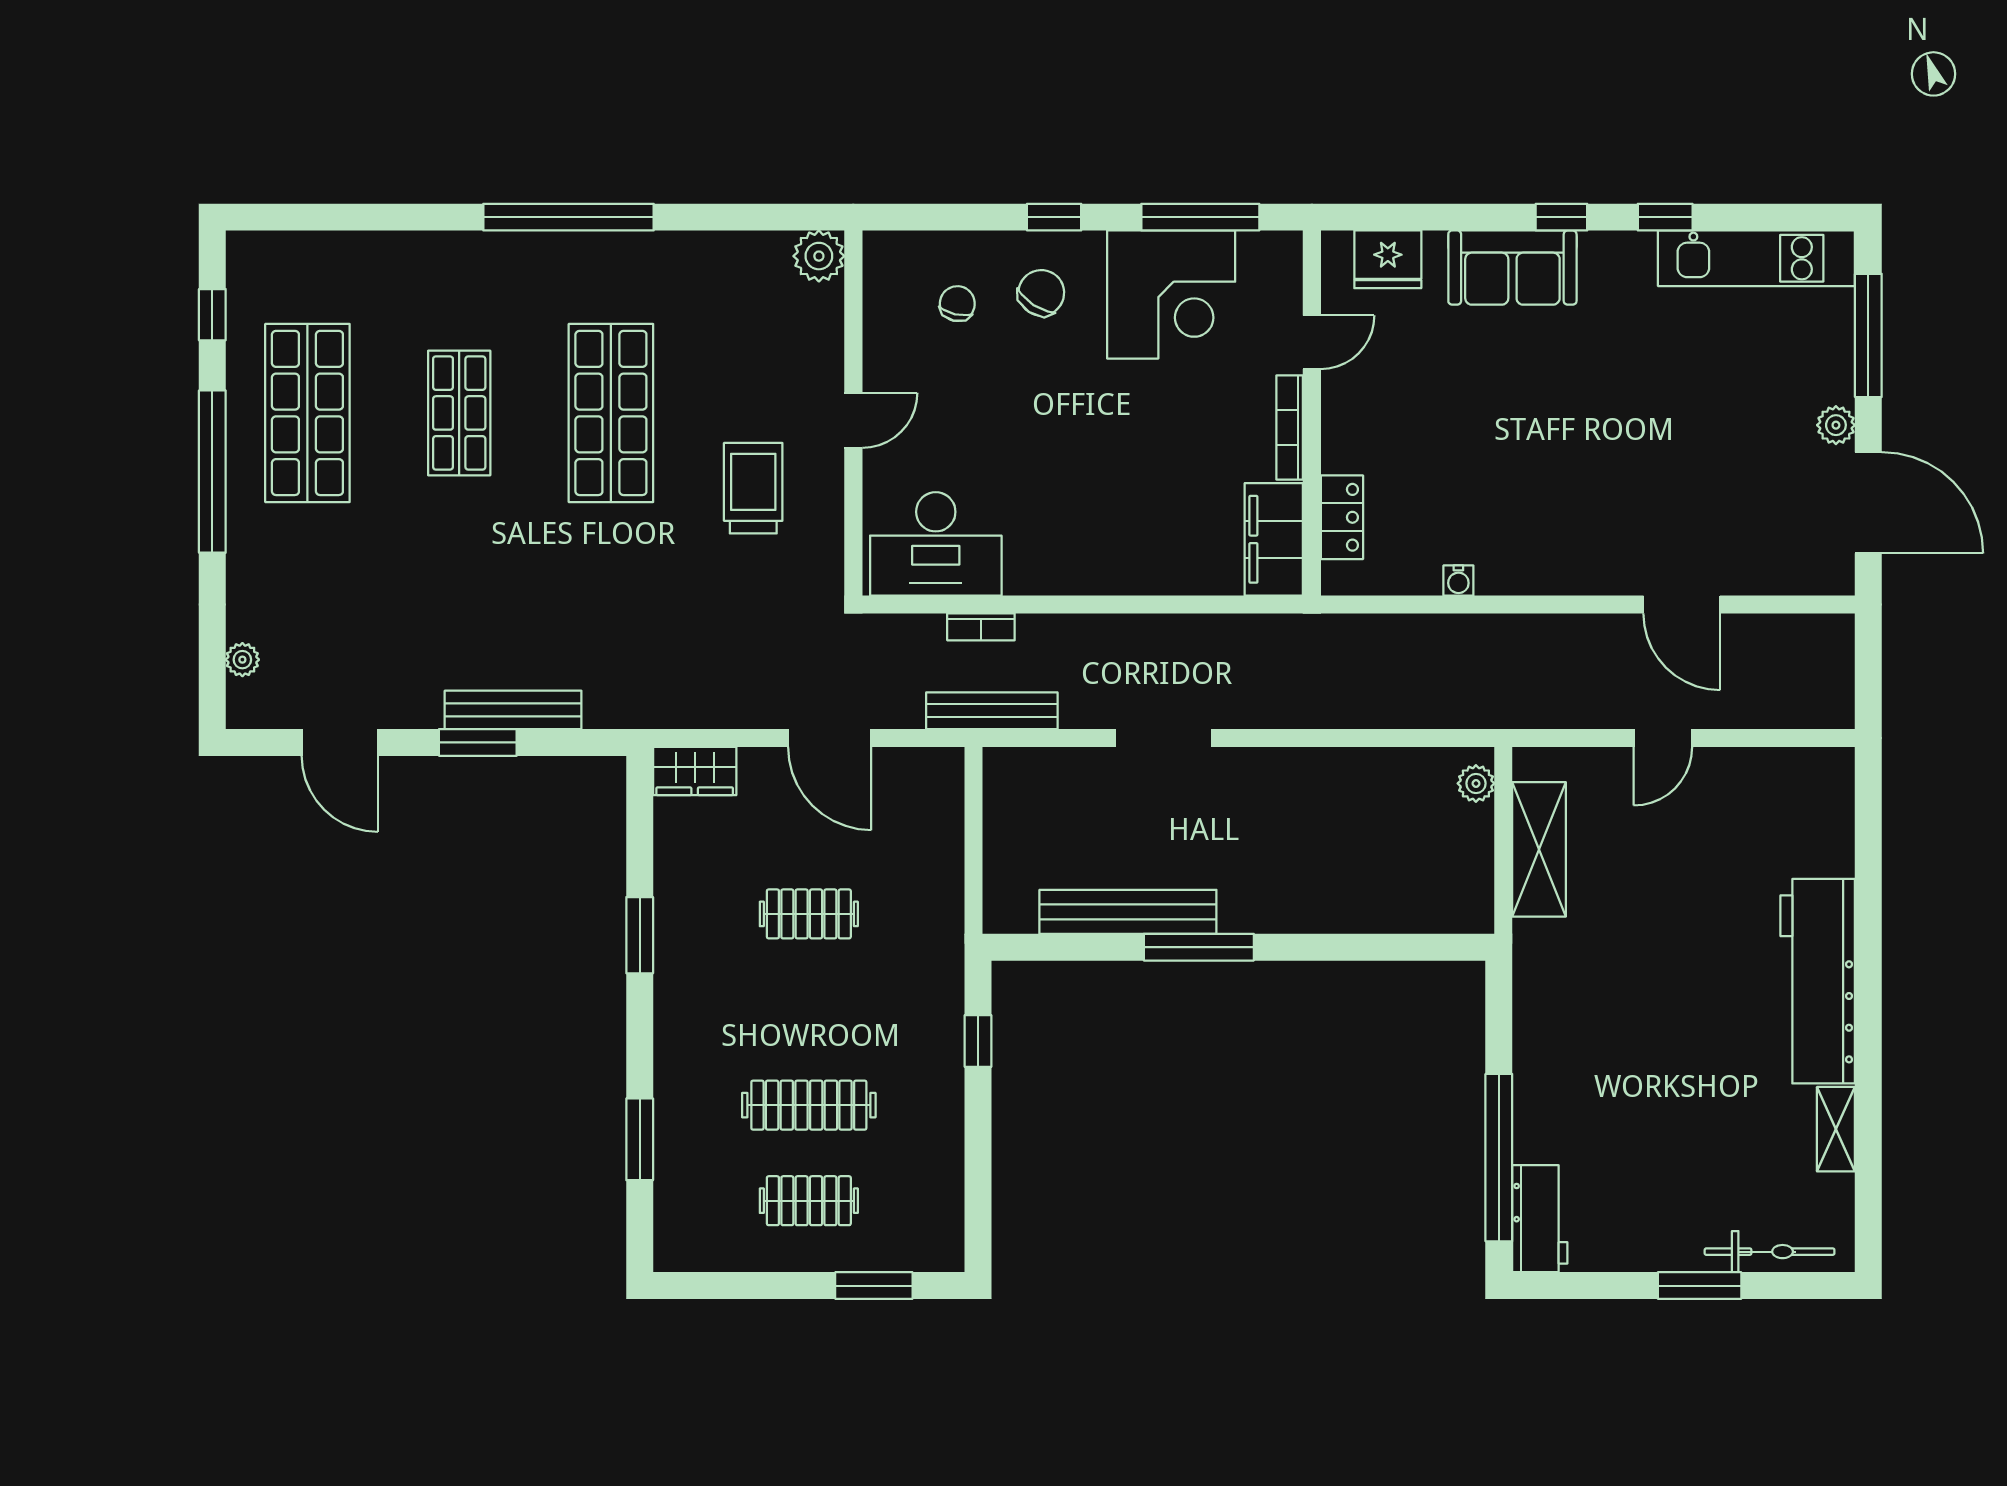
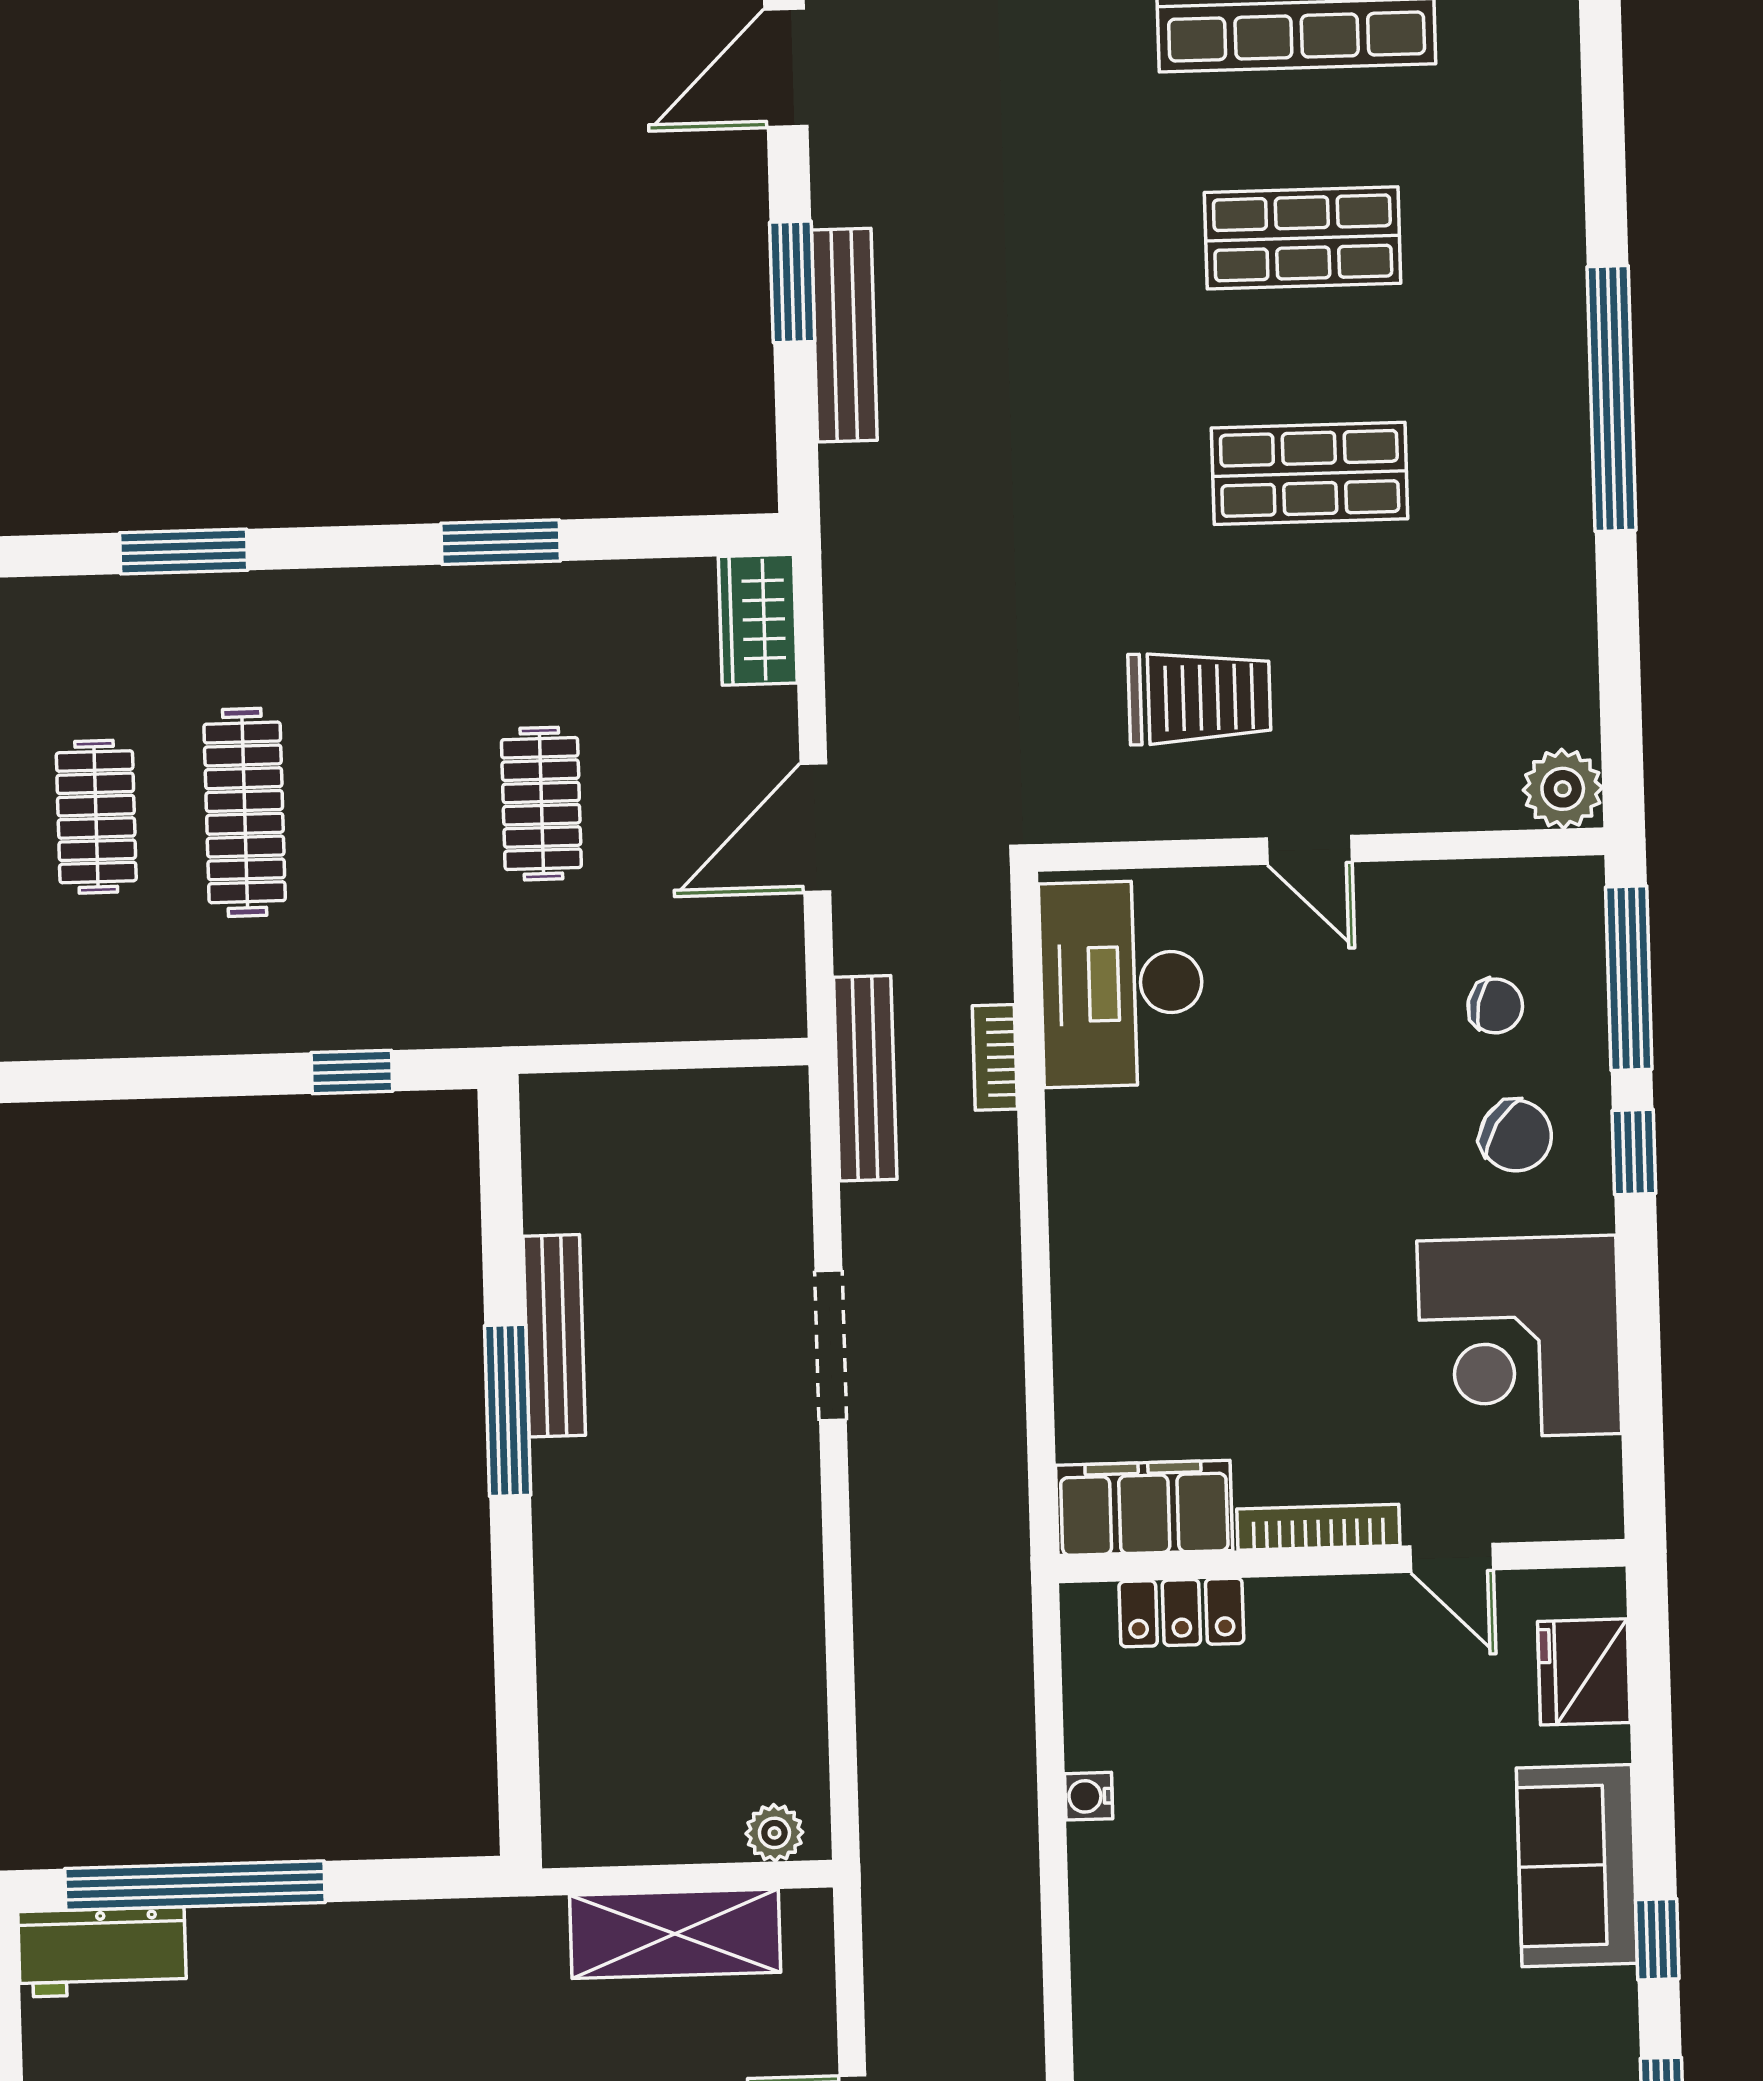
window: (1200, 217) -> (1629, 978), moved
shop shelf: (611, 413) -> (1310, 473), width x0.70, depth x0.74
bench: (1128, 912) -> (554, 1336), width x0.73, depth x0.82

